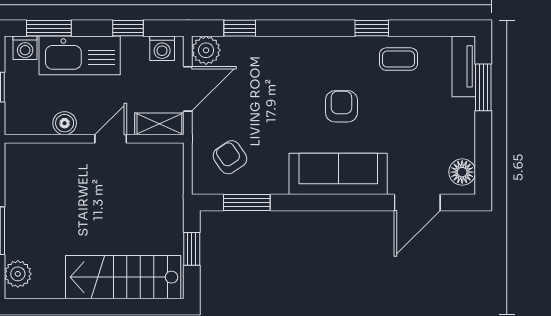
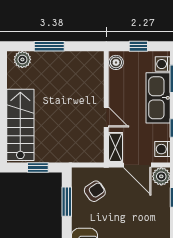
boiler: (65, 123) -> (116, 62), moved

